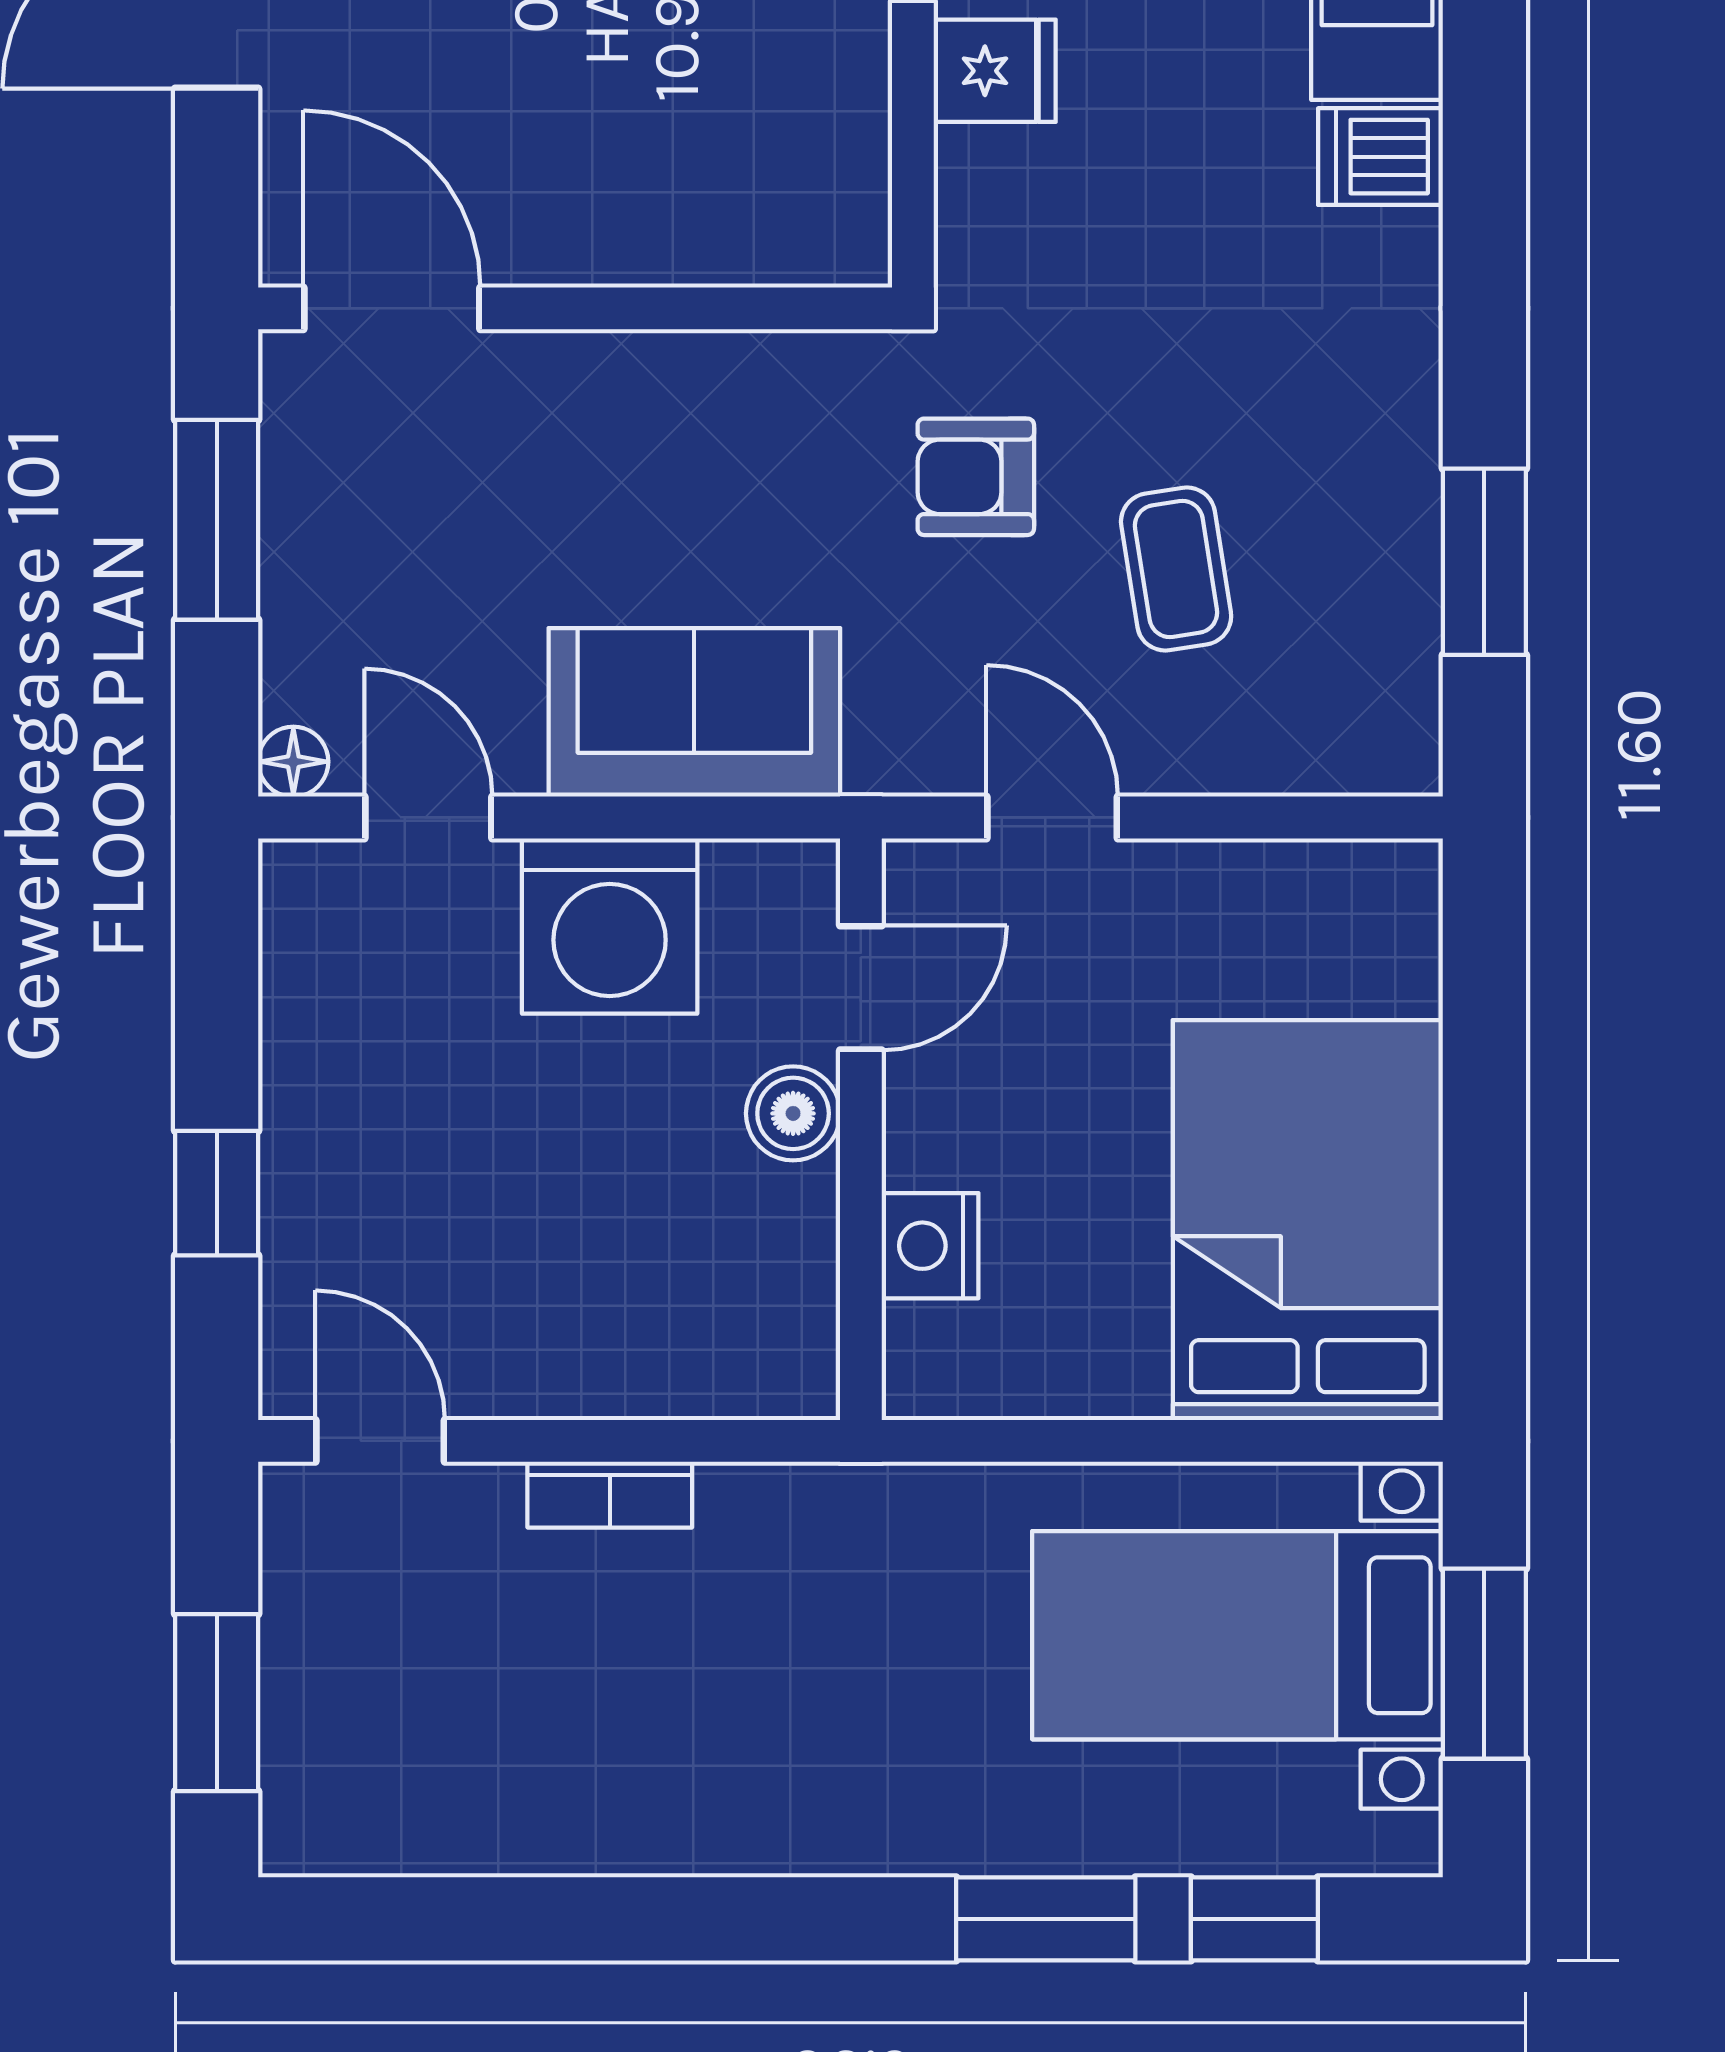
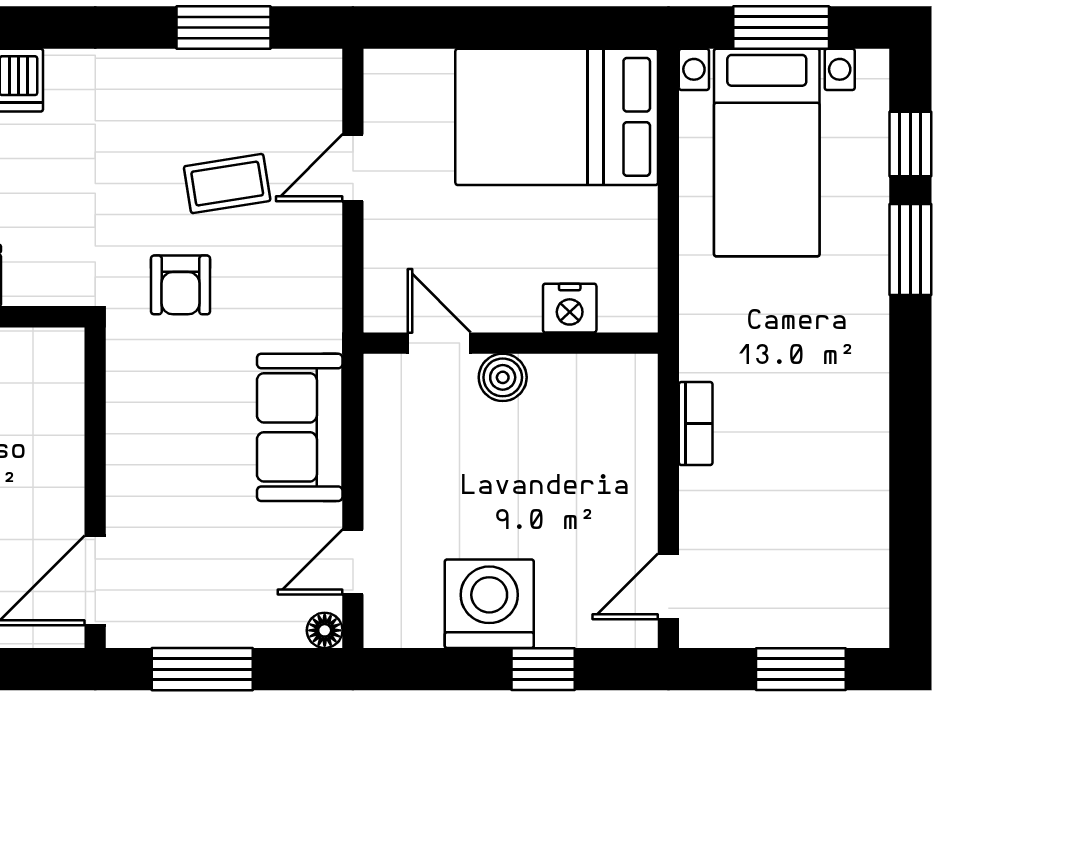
door: (1052, 817) -> (353, 168), moved
washing machine: (610, 926) -> (489, 604), moved, turned -90
bookcase: (610, 1495) -> (696, 424), moved

